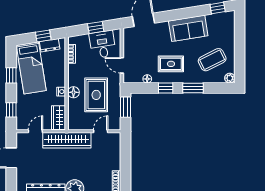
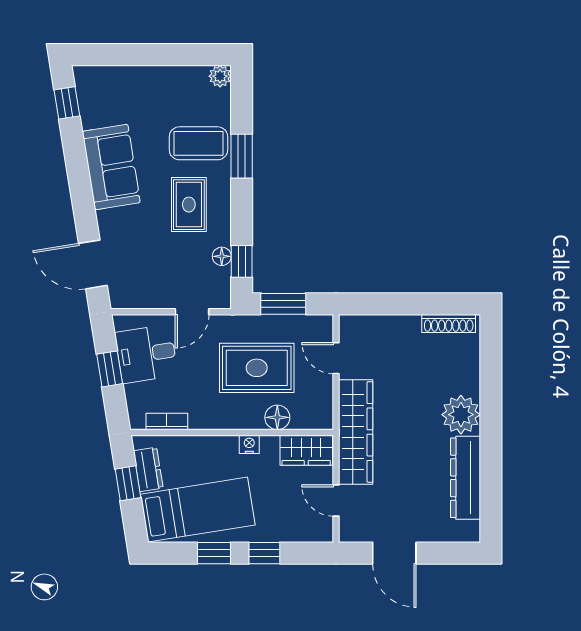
coffee table: (212, 60) -> (198, 143), moved, turned -63
window: (166, 88) -> (242, 261), moved
floor lamp: (73, 92) -> (277, 417), moved
window: (11, 110) -> (264, 553), moved

